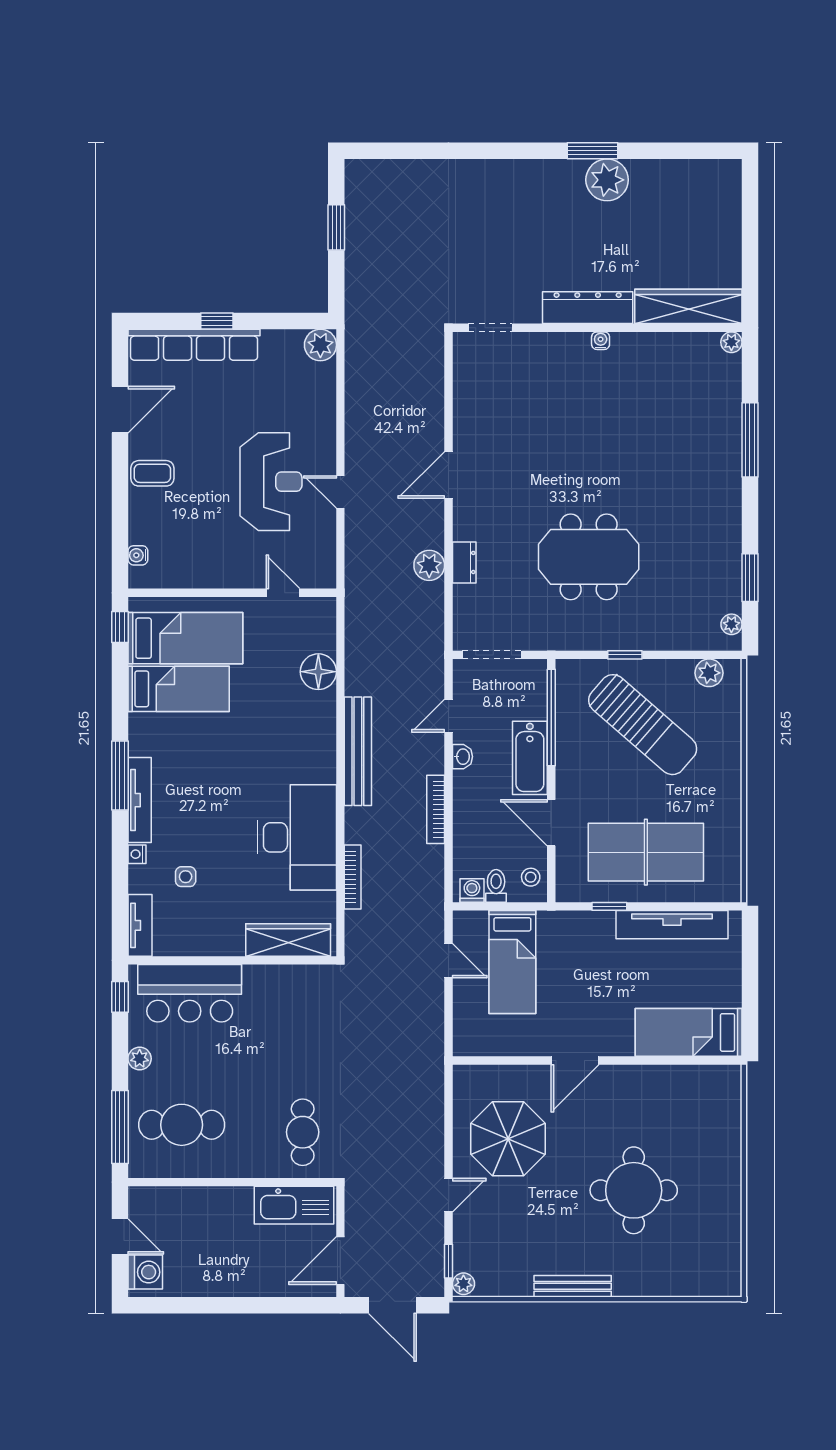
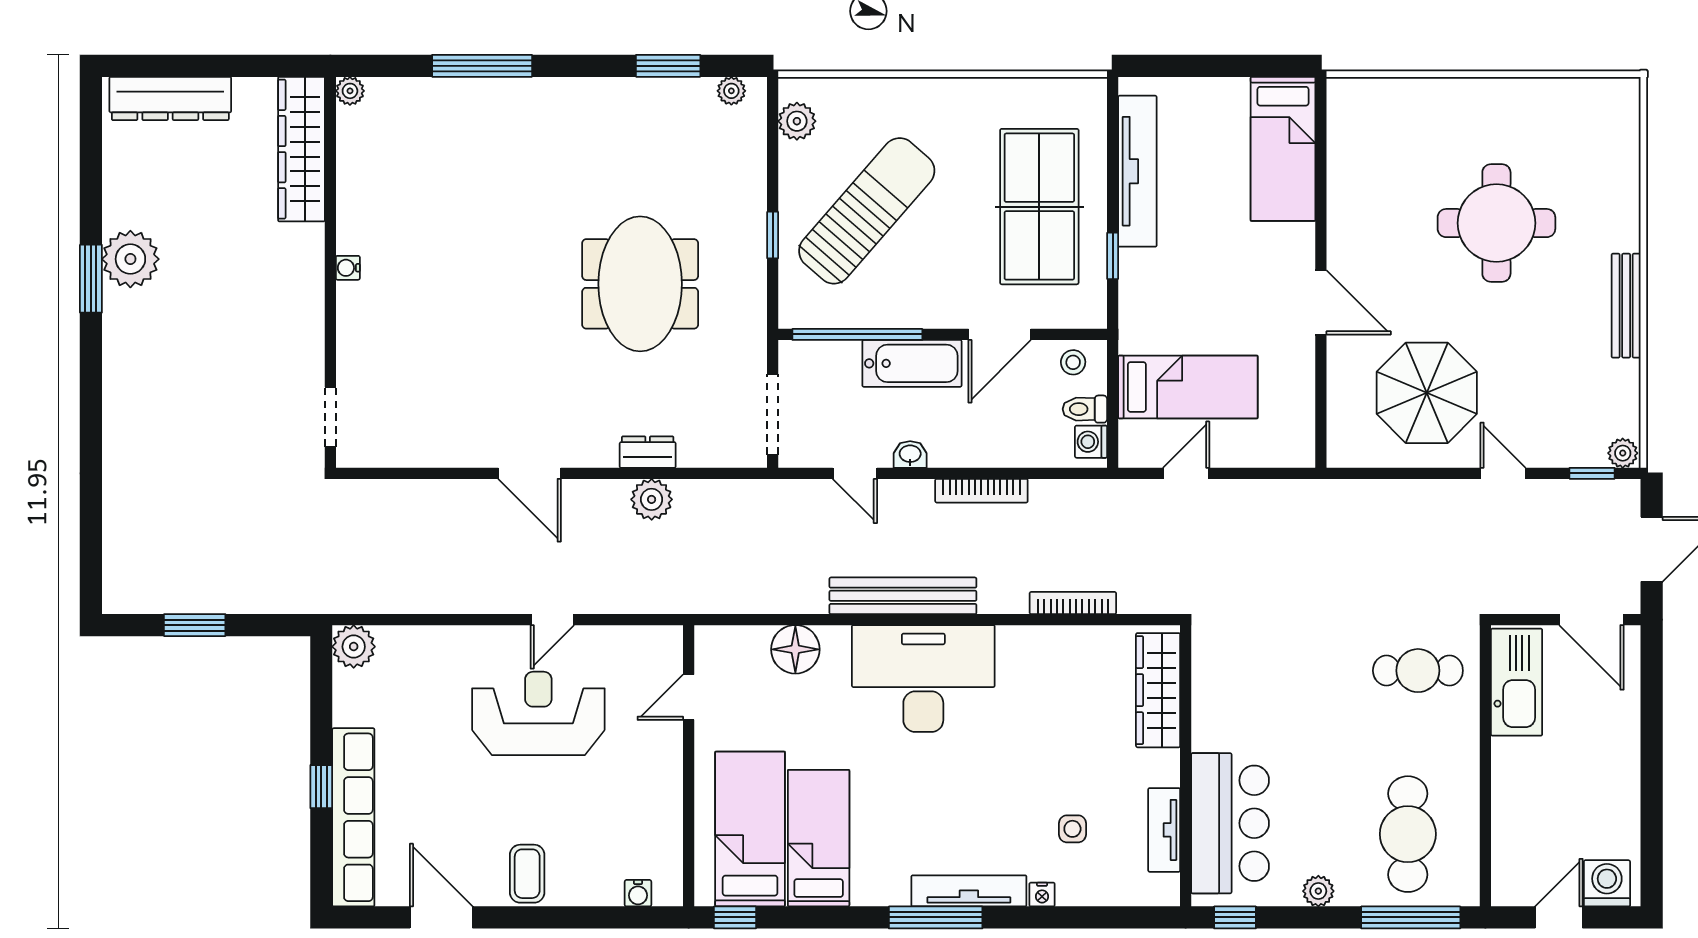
dresser: (588, 308) -> (170, 98), moved, turned -90
desk: (297, 837) -> (923, 679), moved
tv unit: (140, 925) -> (1164, 830), moved, turned -90

